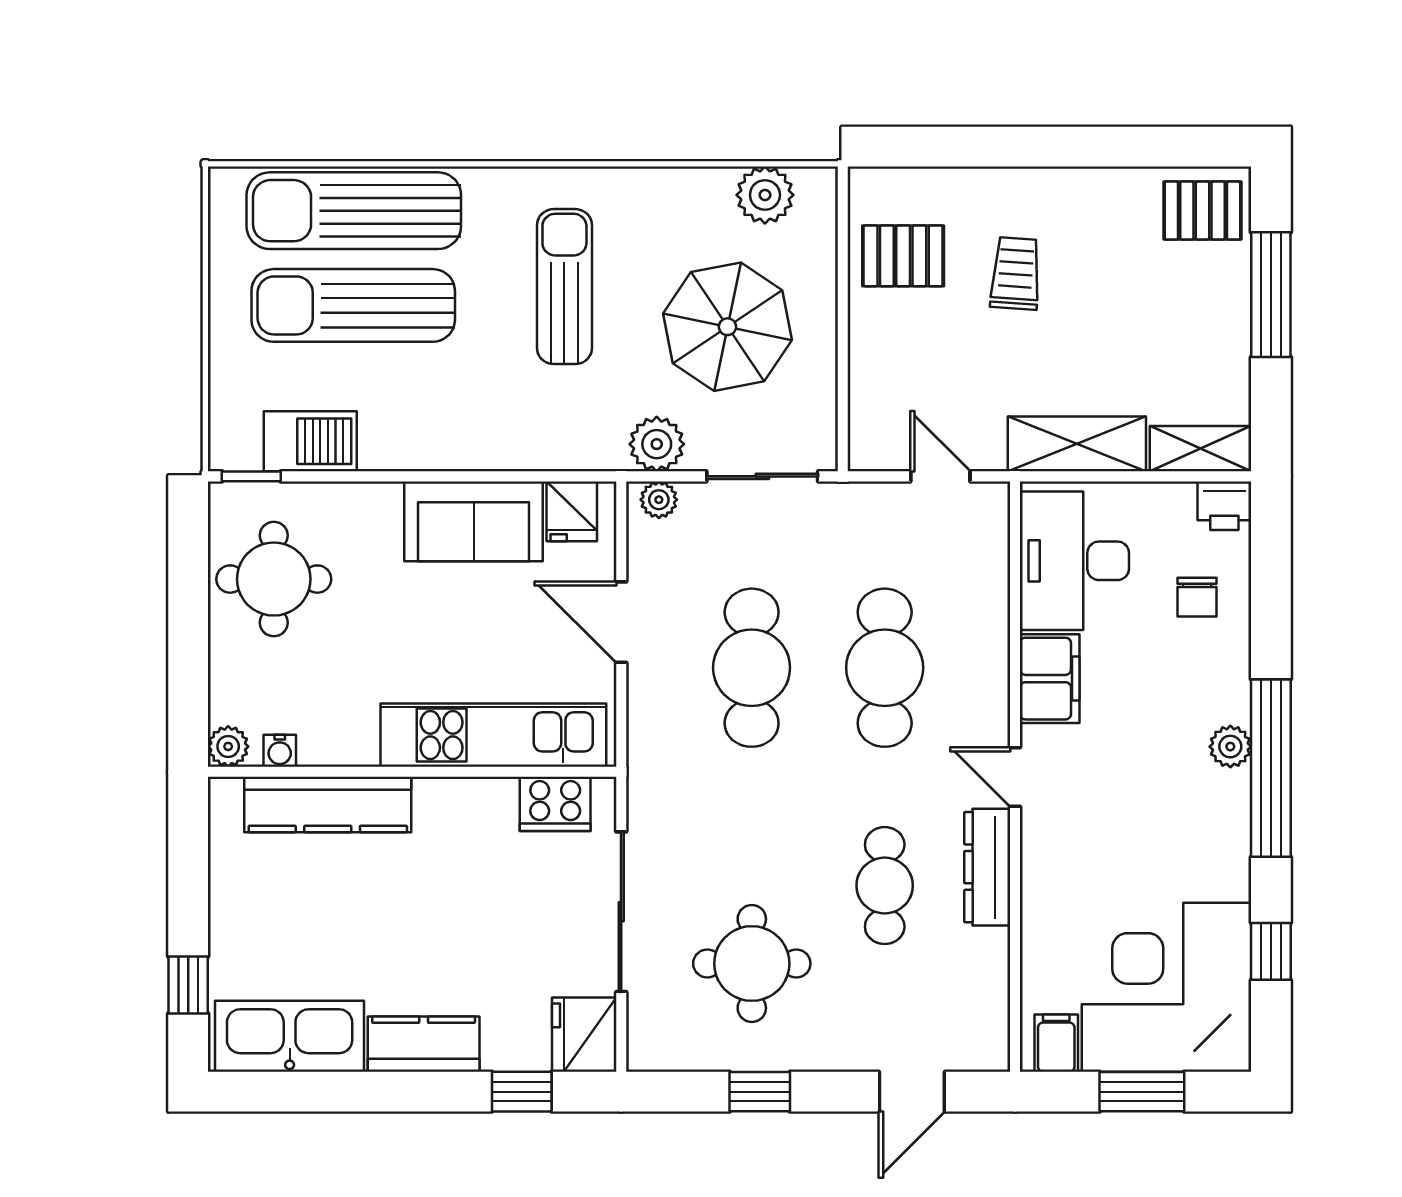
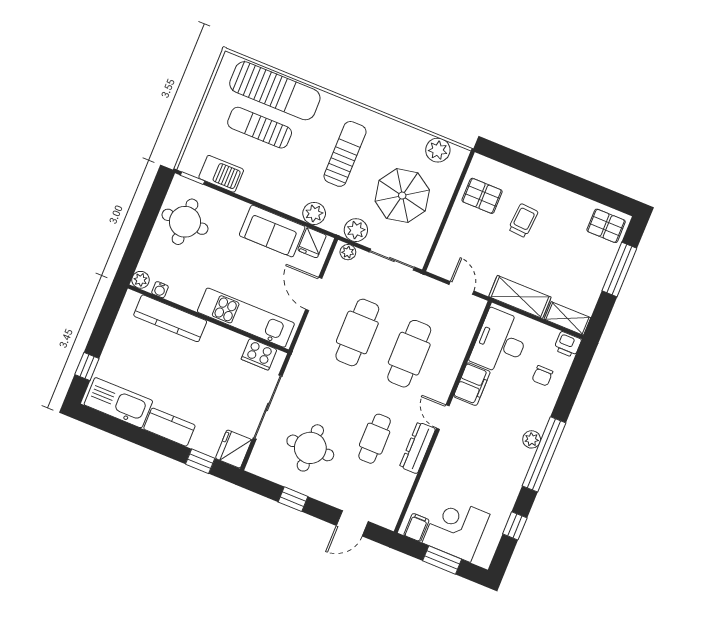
sun lounger: (354, 211) -> (275, 91), turned 180
sun lounger: (353, 305) -> (260, 128), width x0.73, depth x0.75
plant: (550, 445) -> (314, 213), added
corner desk: (1167, 987) -> (456, 528), width x0.74, depth x0.74

